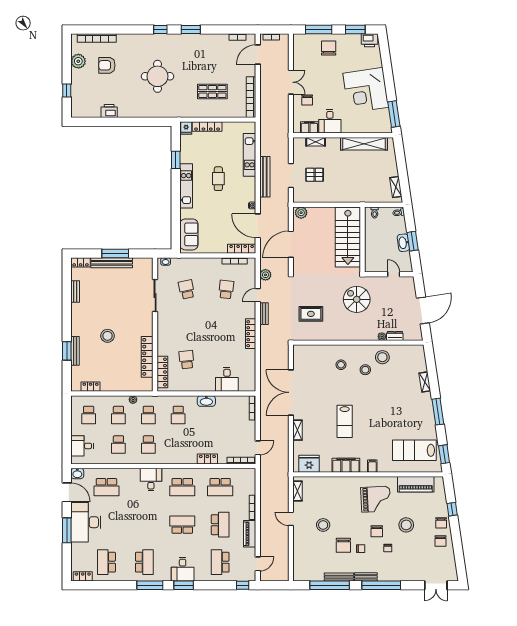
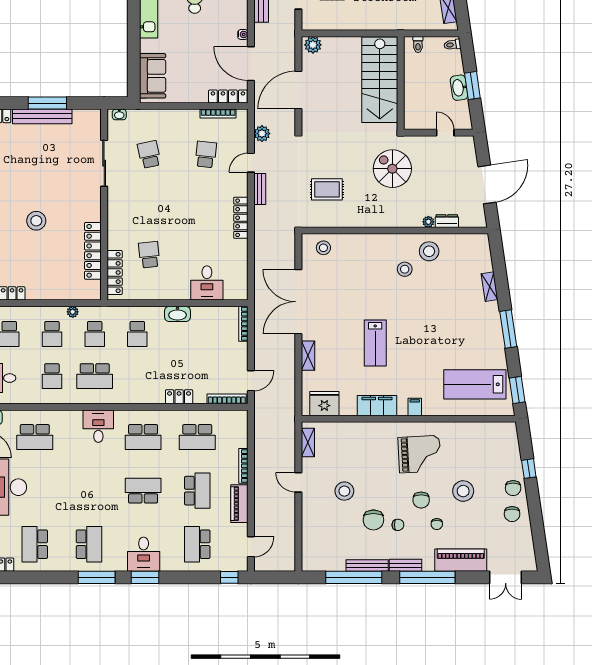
stool: (341, 365) -> (323, 248), moved
school desk: (148, 445) -> (95, 376), width x1.85
piano: (416, 484) -> (461, 560), moved, turned 180

